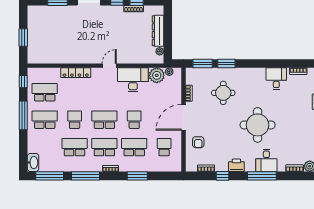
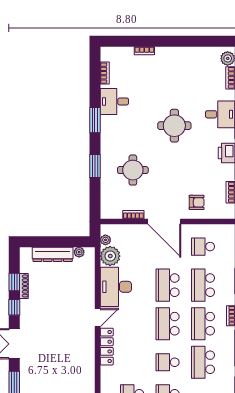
window: (203, 64) -> (95, 120), moved
door: (109, 66) -> (98, 317), swing flipped
locker: (76, 73) -> (107, 347), moved
school desk: (134, 120) -> (168, 285), width x1.85
round table: (258, 125) -> (174, 126), width x0.73, depth x0.73

